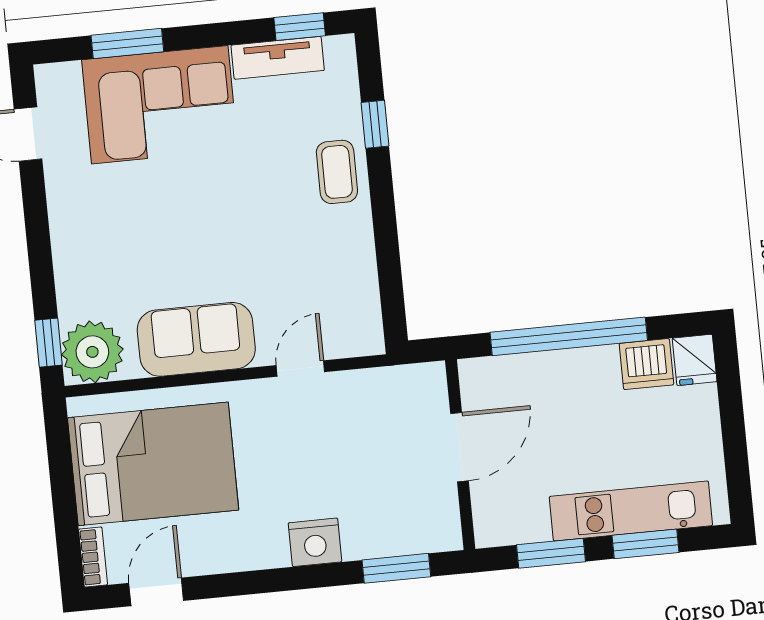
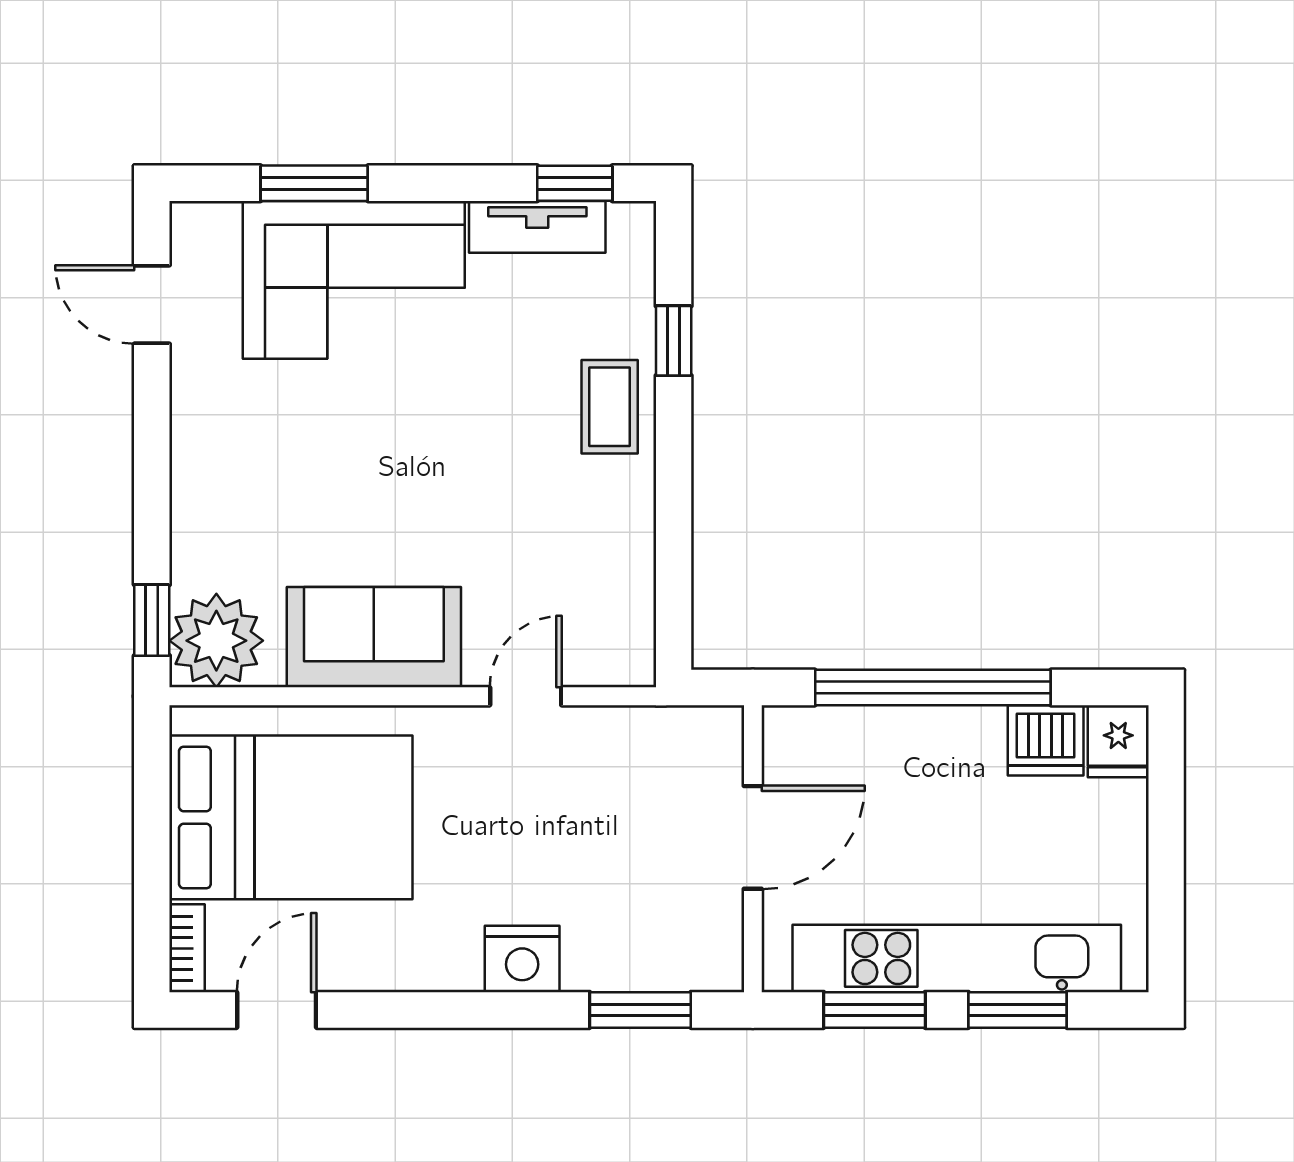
kitchen unit: (631, 511) -> (957, 958), width x1.36

